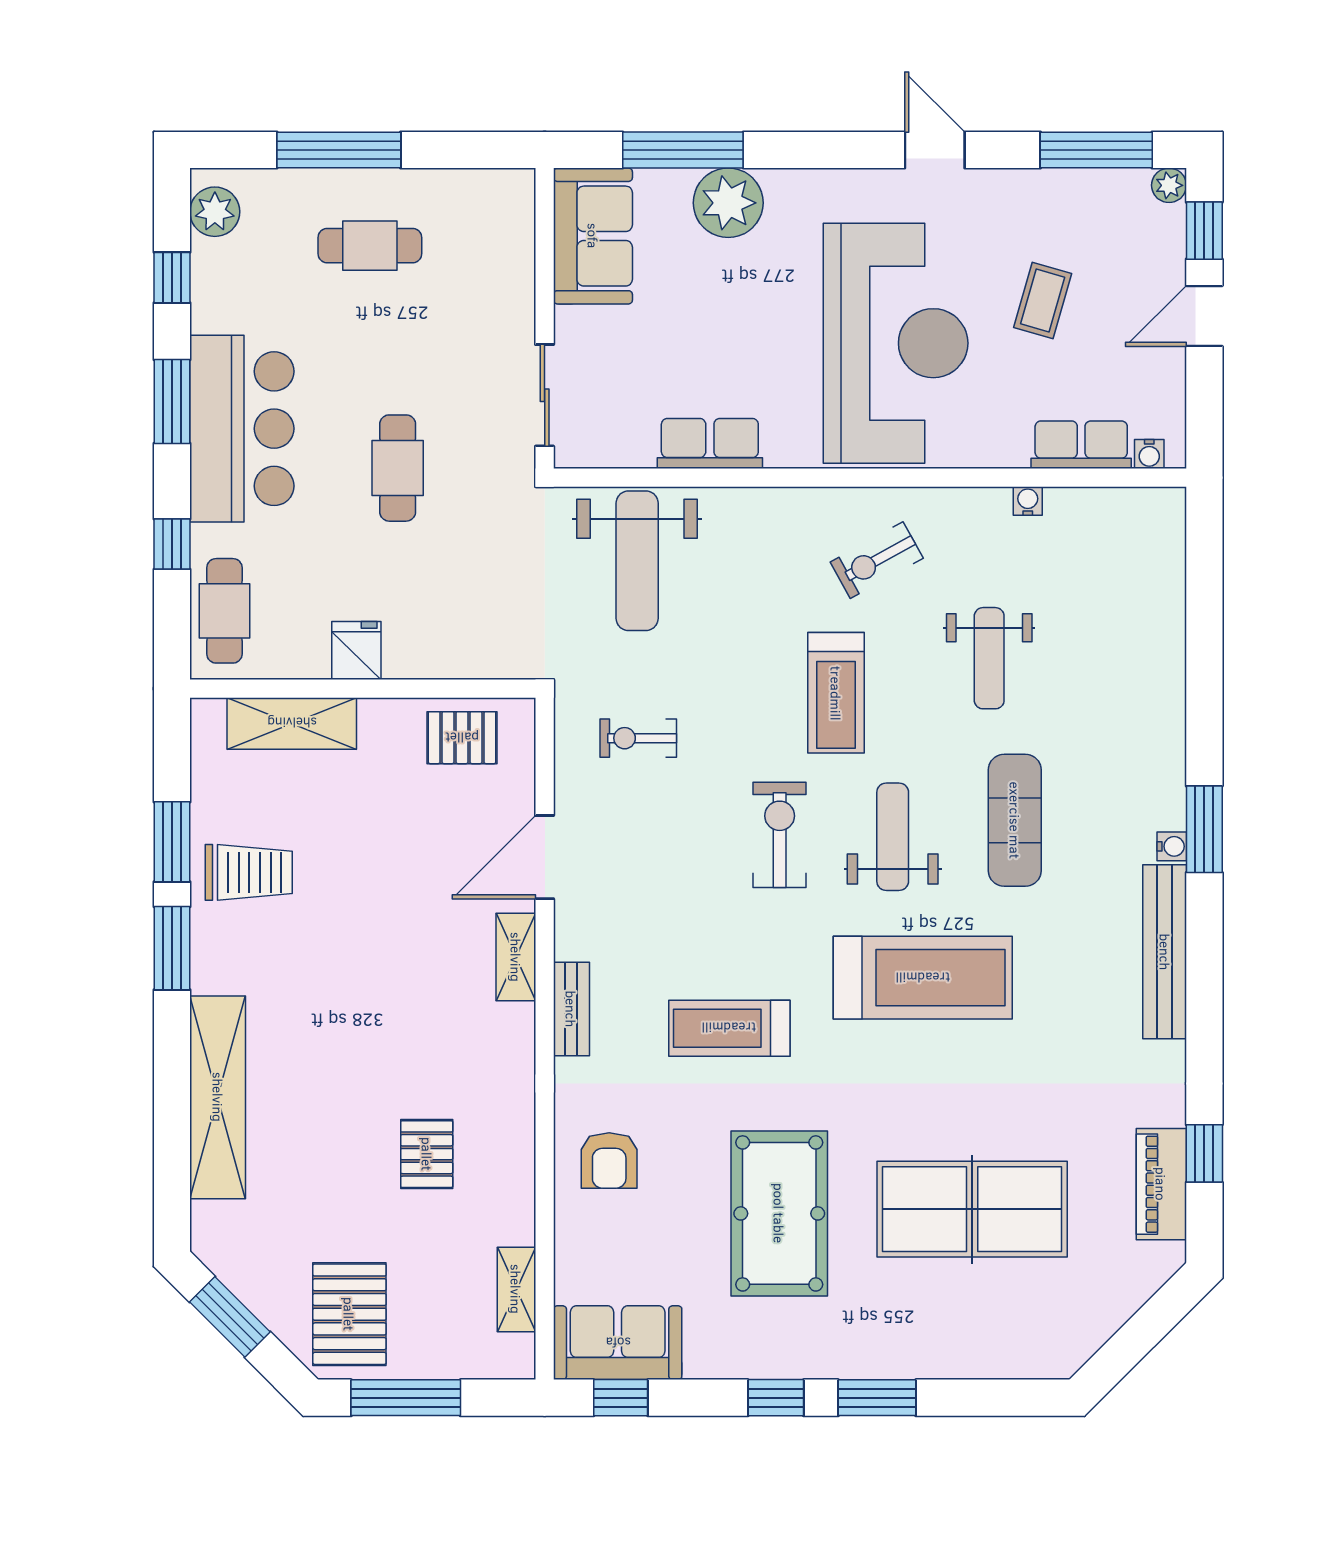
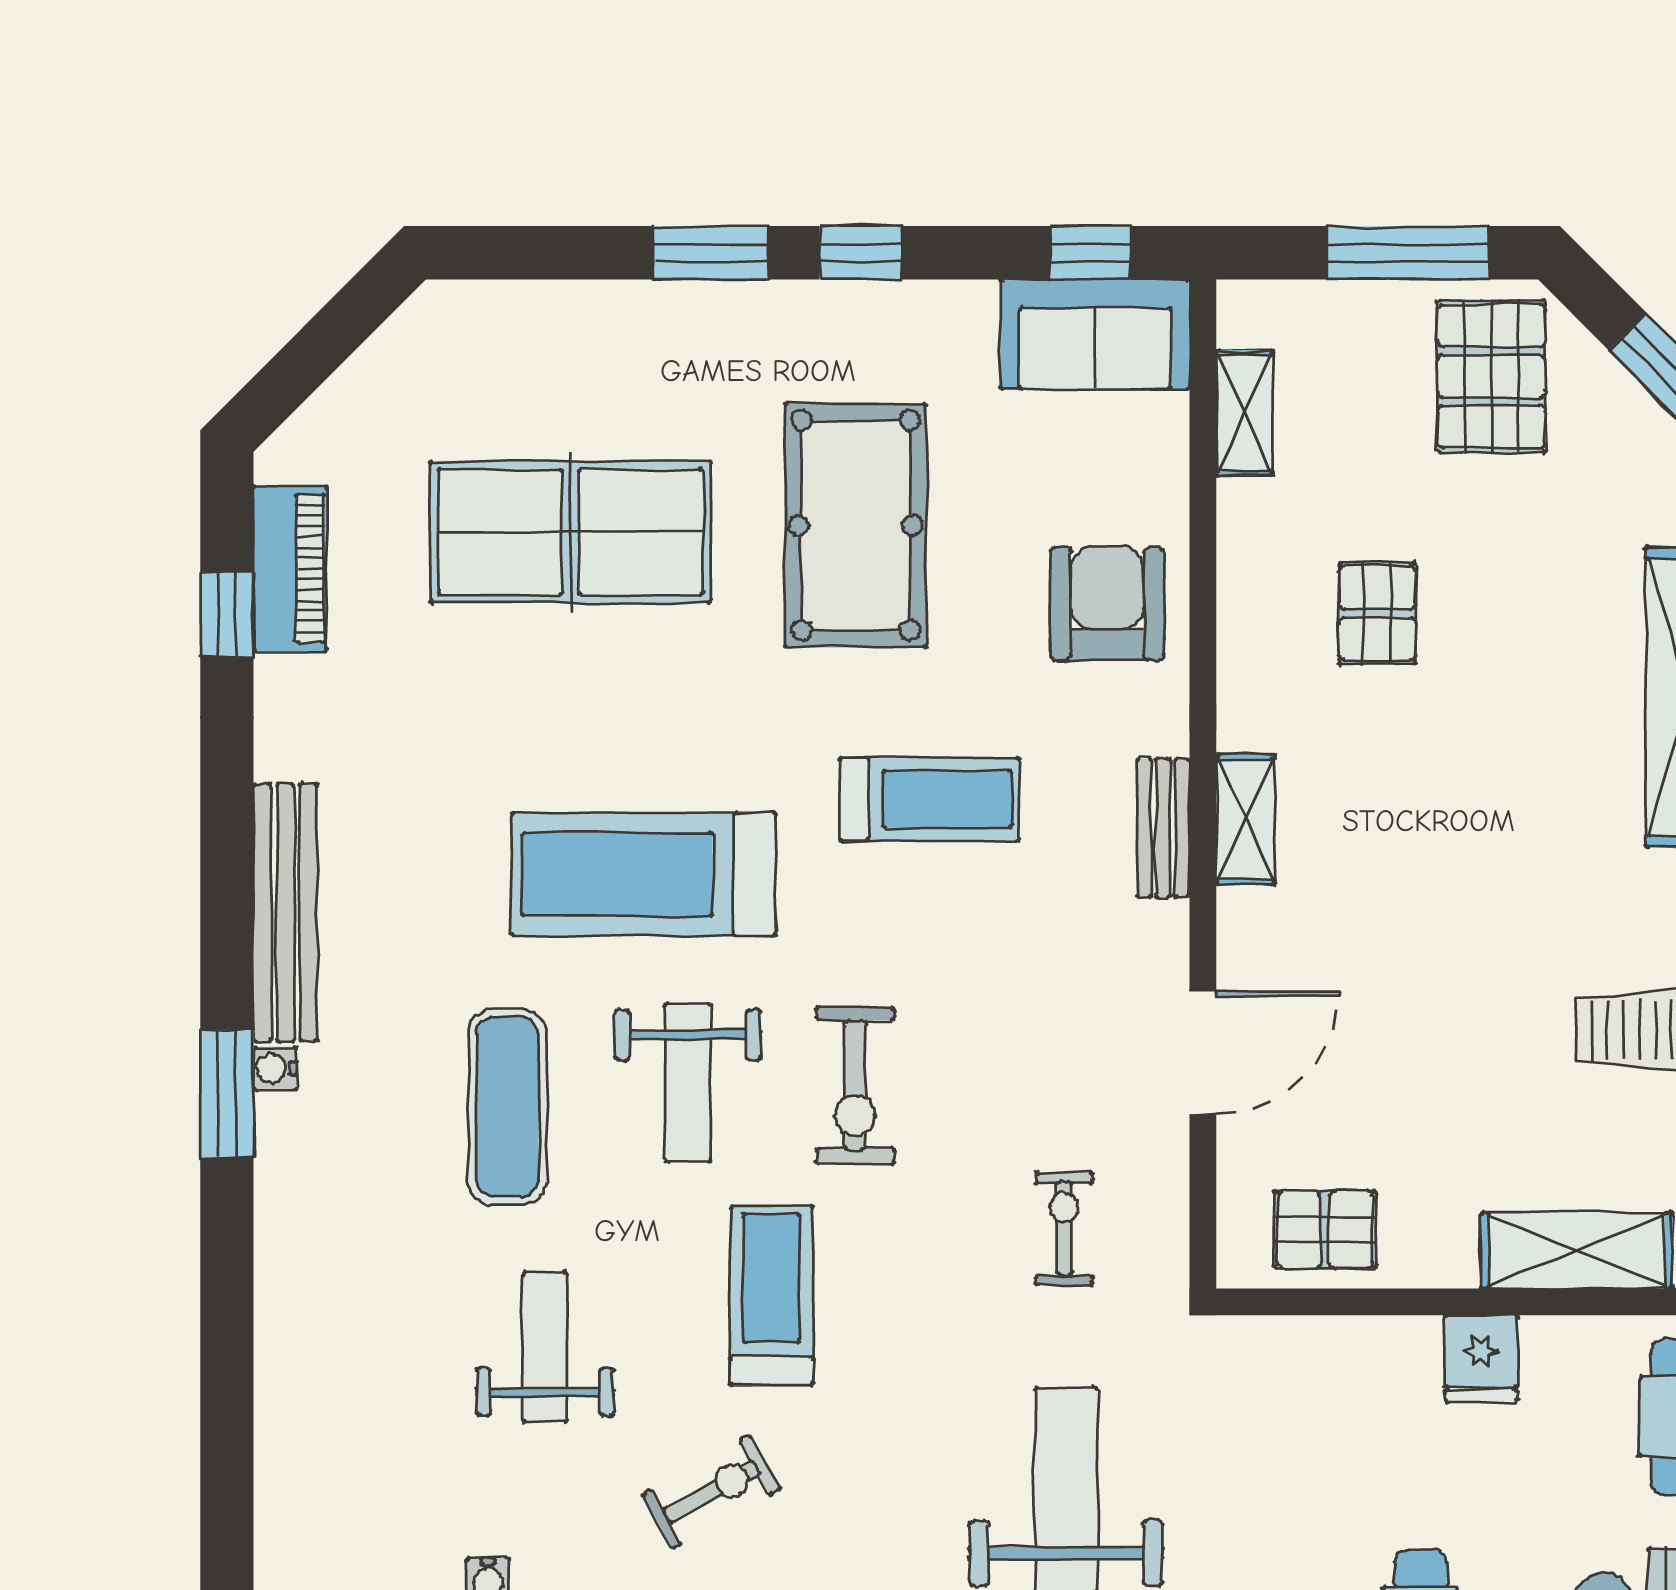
exercise bike: (638, 738) -> (1064, 1229), turned -90
shelving: (516, 957) -> (1245, 819), moved
armchair: (609, 1160) -> (1107, 604), width x1.38, depth x1.38

